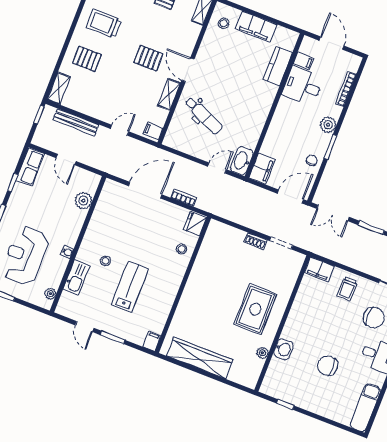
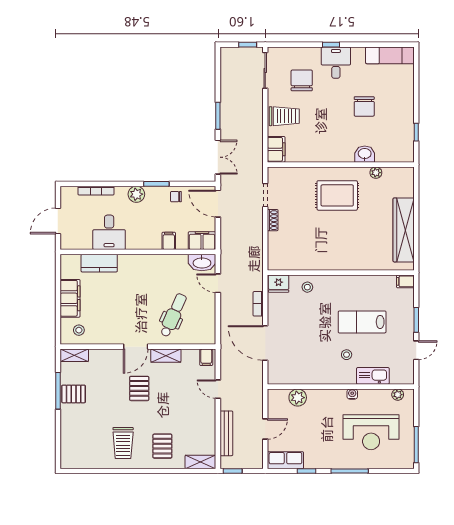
filing cabinet: (303, 61) -> (169, 241), moved
trolley: (347, 289) -> (284, 116), width x1.36, depth x1.39

